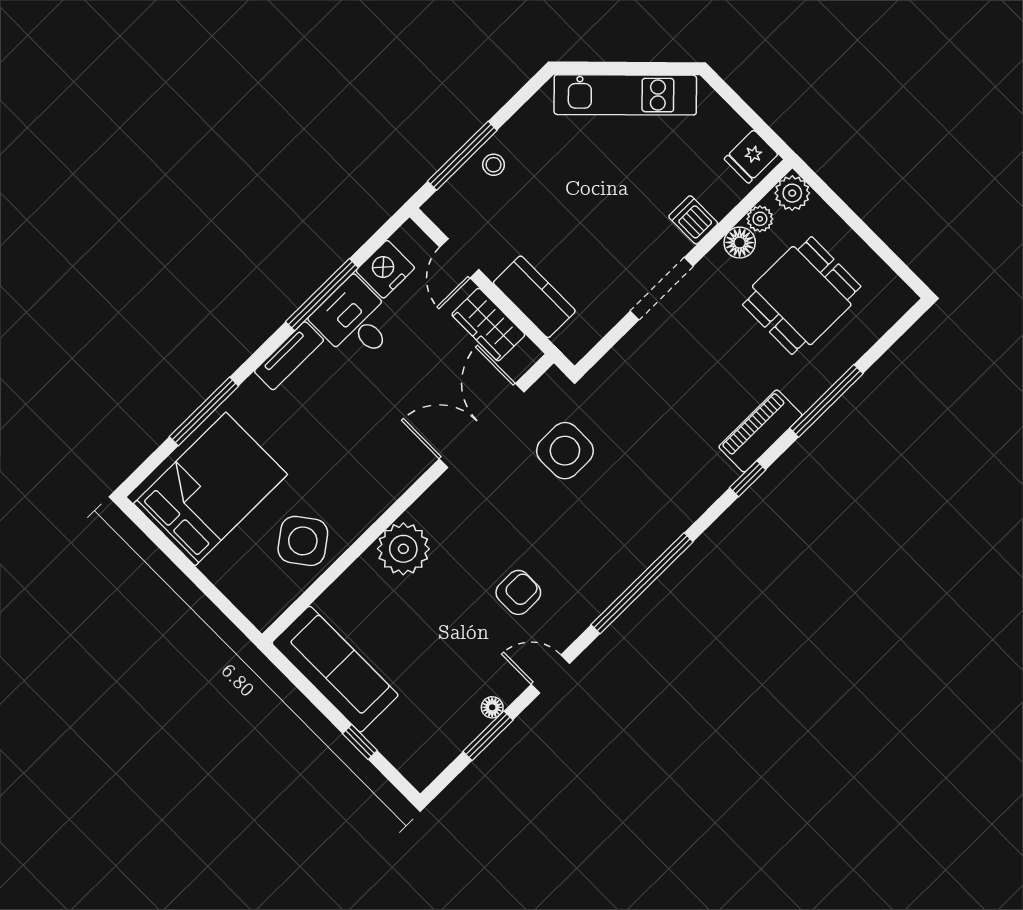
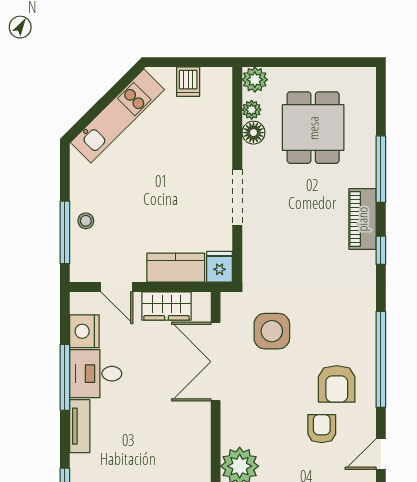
fridge: (751, 157) -> (220, 267), moved, turned 180
dishwasher: (693, 220) -> (188, 82), moved, turned -90
armchair: (576, 564) -> (337, 384), added

